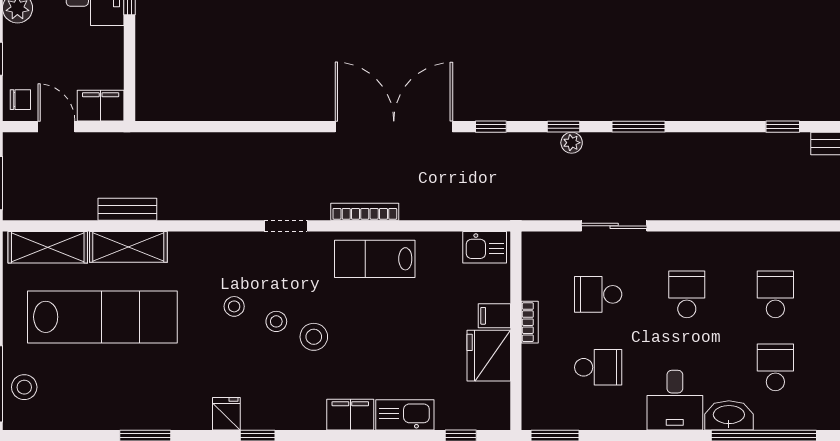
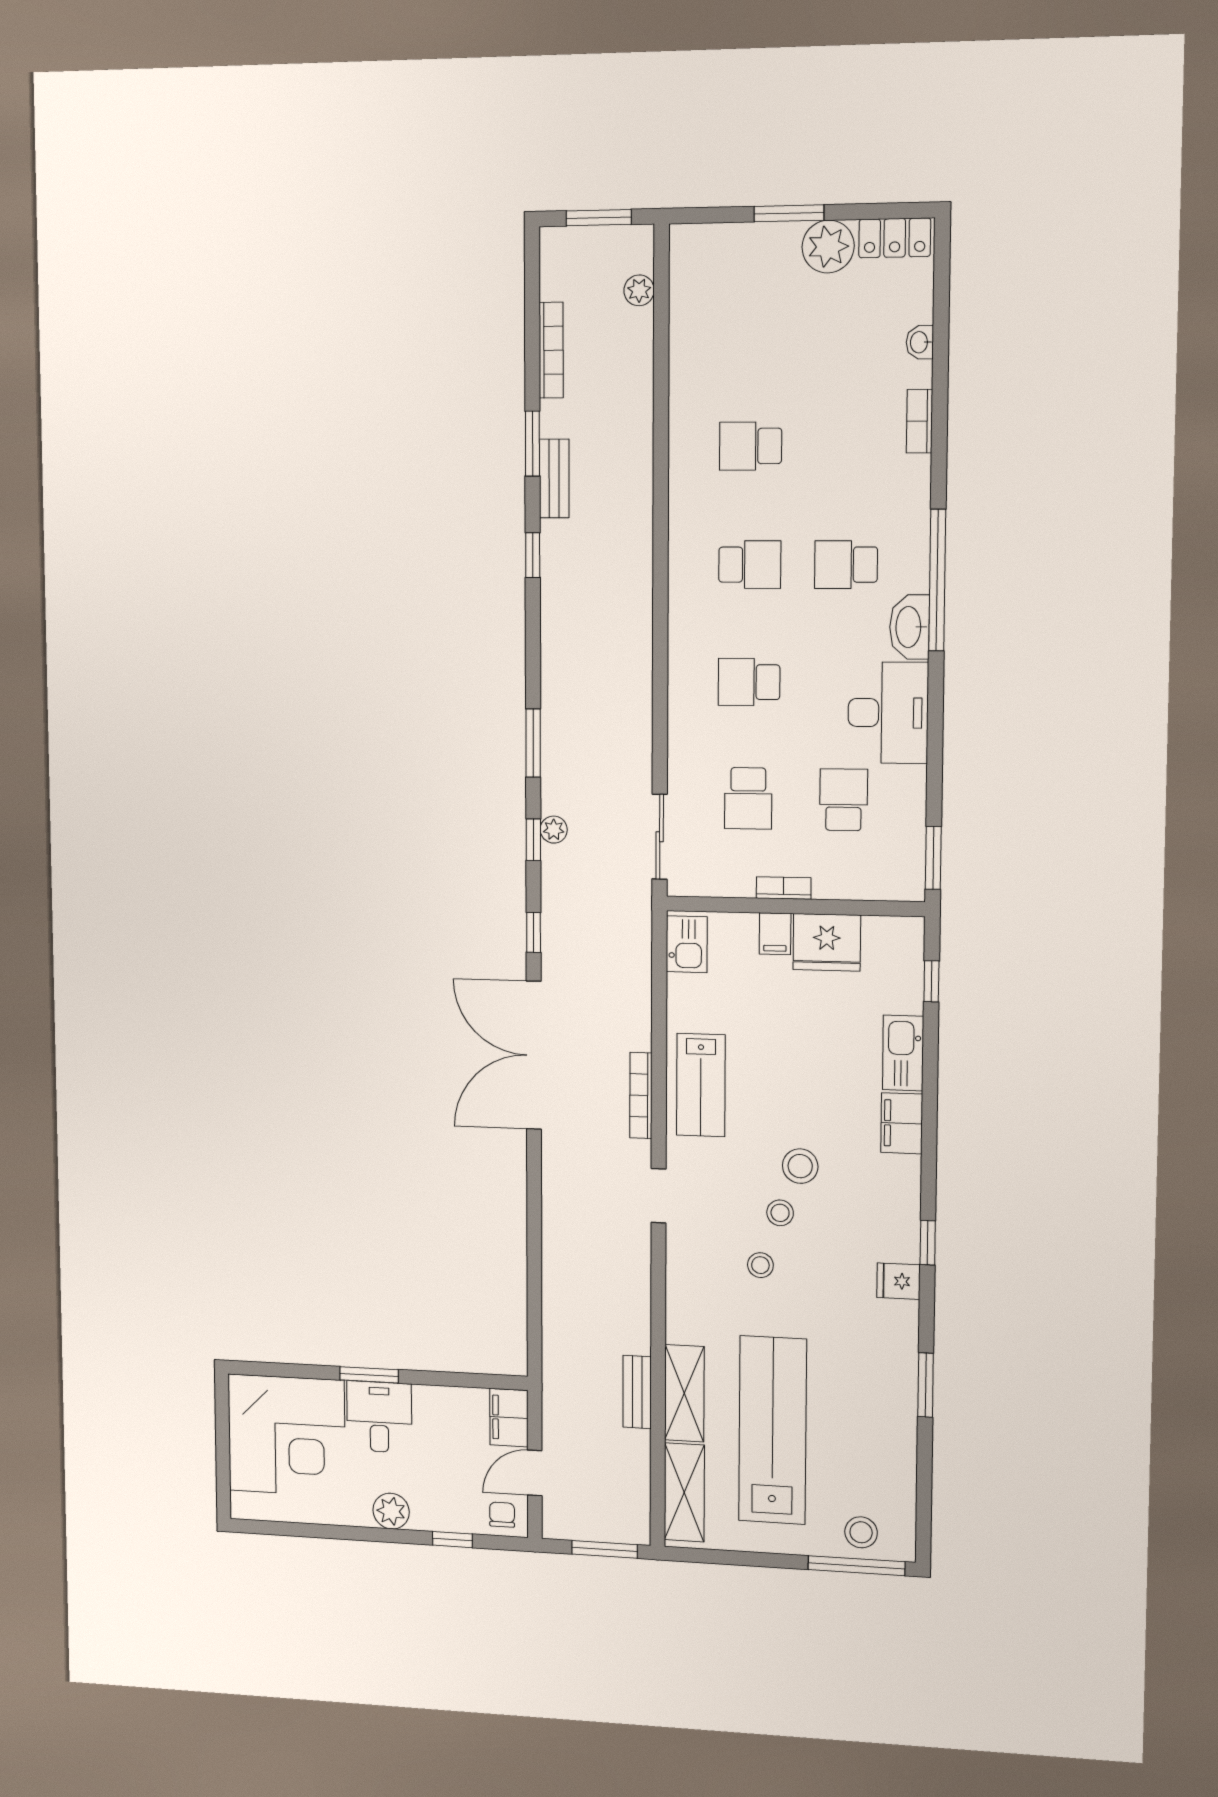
sliding door: (614, 226) -> (660, 837), moved
school desk: (775, 294) -> (750, 565), turned 180
desk: (675, 400) -> (888, 713), width x1.37

